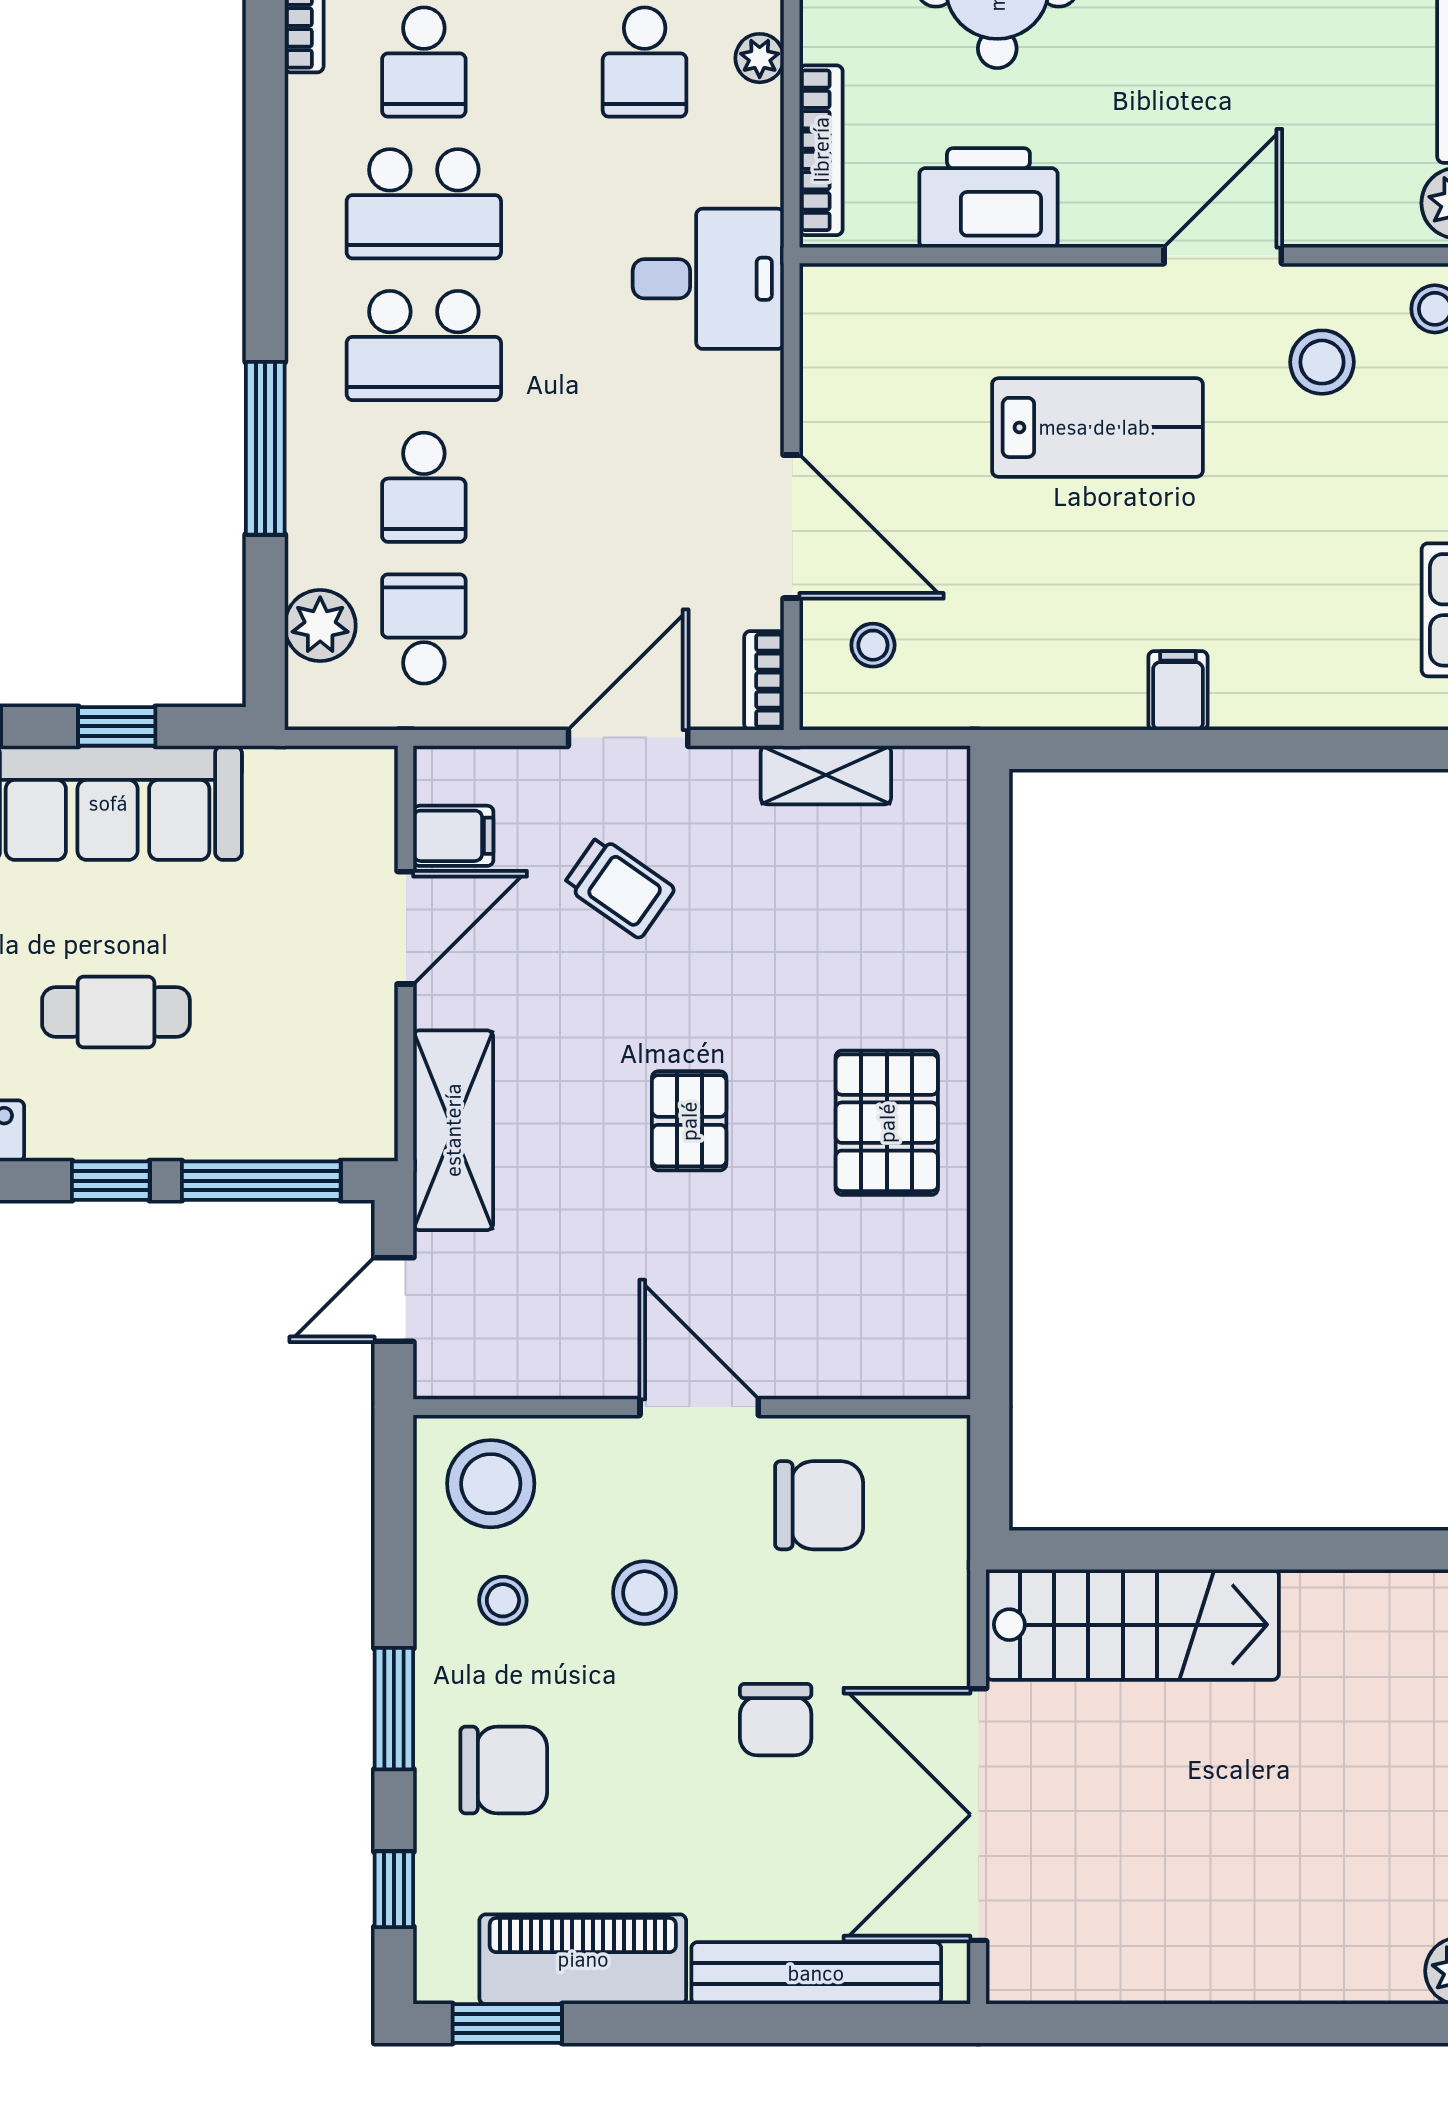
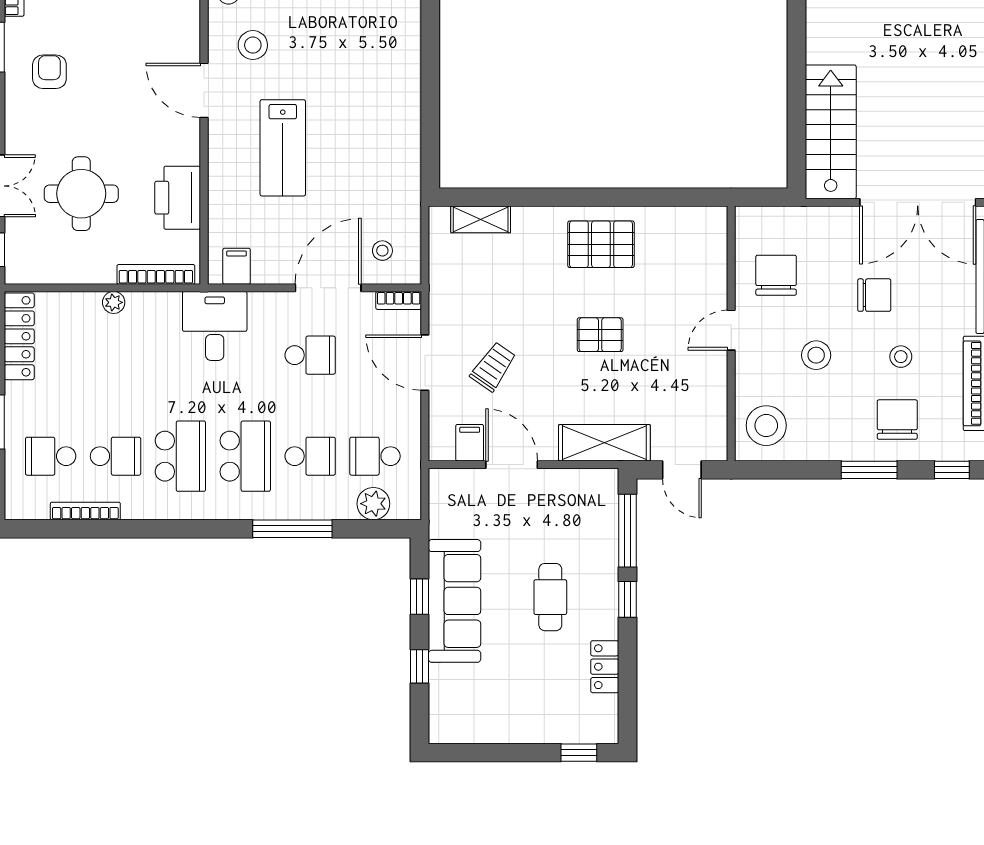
school desk: (645, 62) -> (310, 355), moved
lab bench: (1097, 427) -> (283, 148), turned 180
filing cabinet: (1178, 691) -> (237, 266), moved, turned 90
shelving: (826, 775) -> (481, 219), moved, turned 90
door: (699, 1407) -> (731, 330), width x0.73
stool: (503, 1600) -> (901, 357), moved

